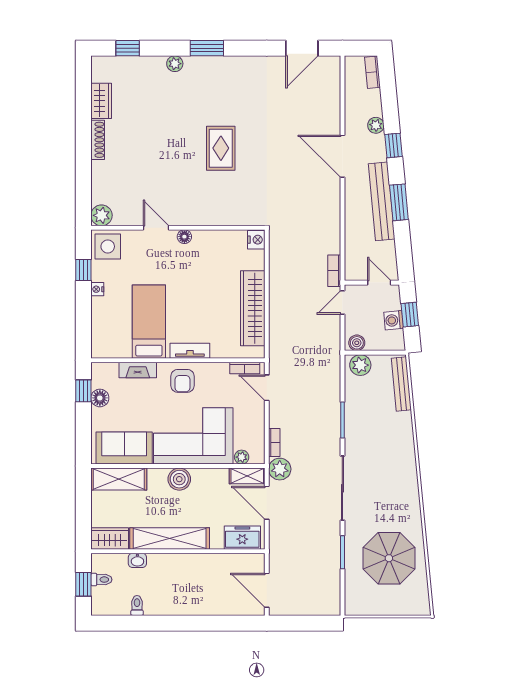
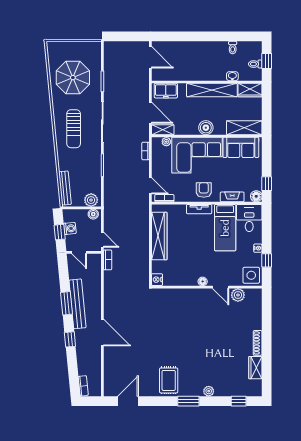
plant: (376, 125) -> (81, 352), removed
rug: (221, 148) -> (169, 380), moved
plant: (101, 215) -> (238, 295), moved
door: (342, 302) -> (102, 240), hinge flipped
desk: (111, 337) -> (249, 218), added
floor lamp: (100, 398) -> (256, 196), moved
plant: (280, 469) -> (142, 134), removed
sun lounger: (388, 478) -> (74, 129), added

